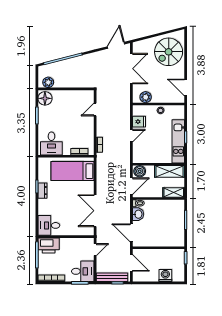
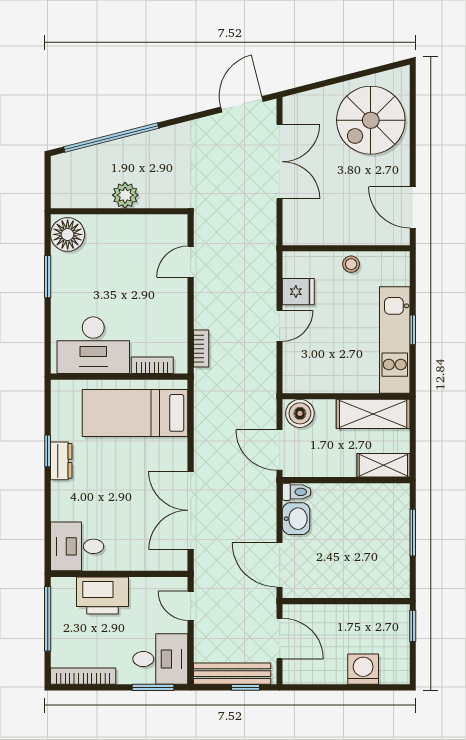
plant: (48, 82) -> (125, 195), moved
plant: (146, 97) -> (314, 231), removed
desk: (51, 143) -> (93, 345), width x1.37
door: (131, 186) -> (280, 450), swing flipped
printer: (49, 245) -> (103, 595), moved
door: (95, 250) -> (191, 606), swing flipped

